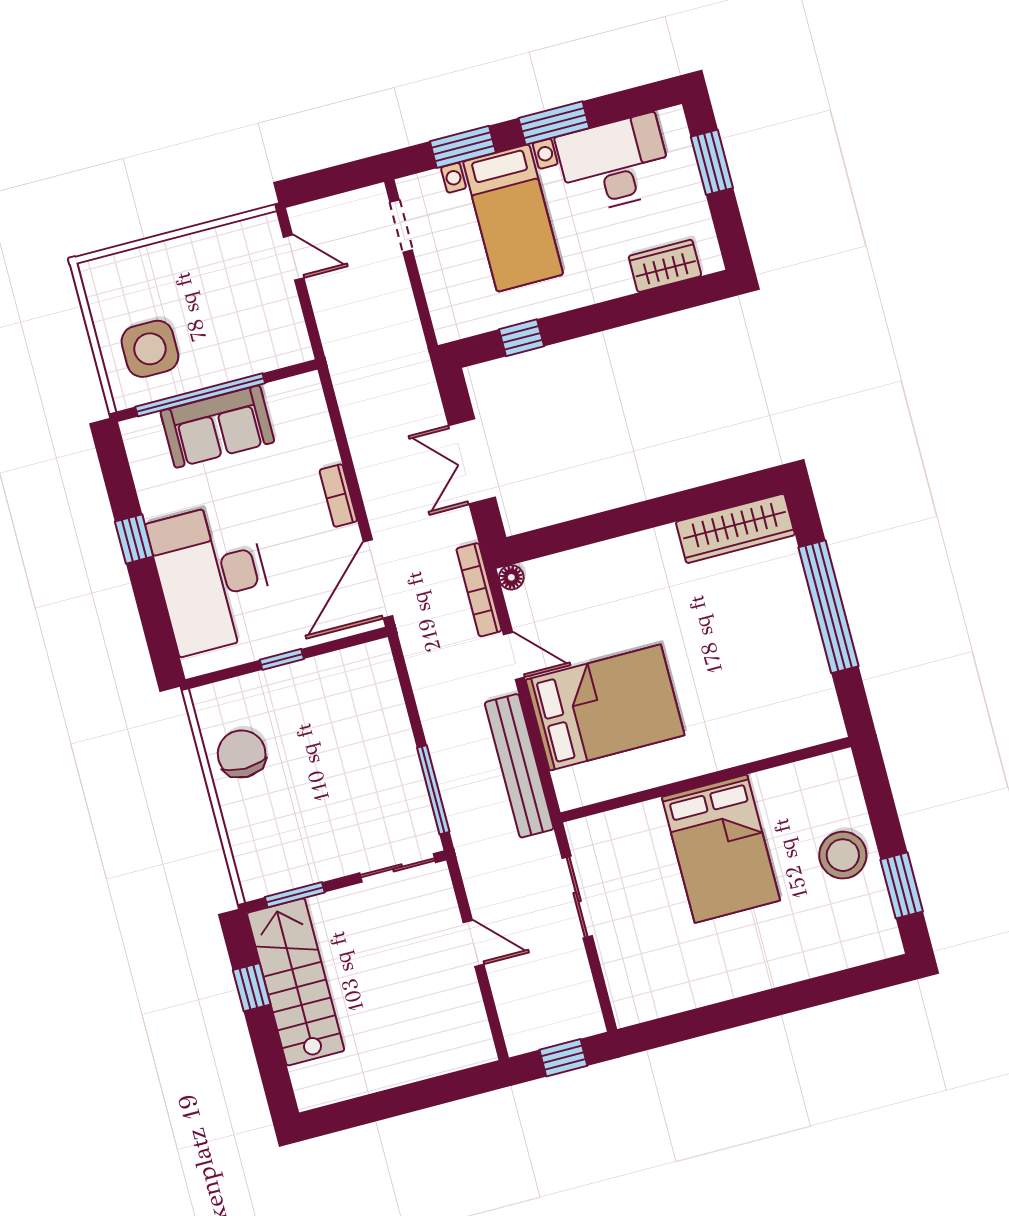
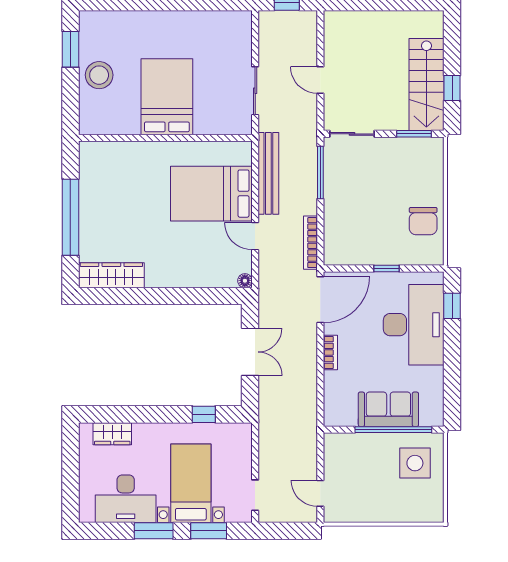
window: (712, 162) -> (70, 485), removed
window: (134, 539) -> (452, 306), moved
bookcase: (479, 590) -> (311, 243), moved, turned 180

